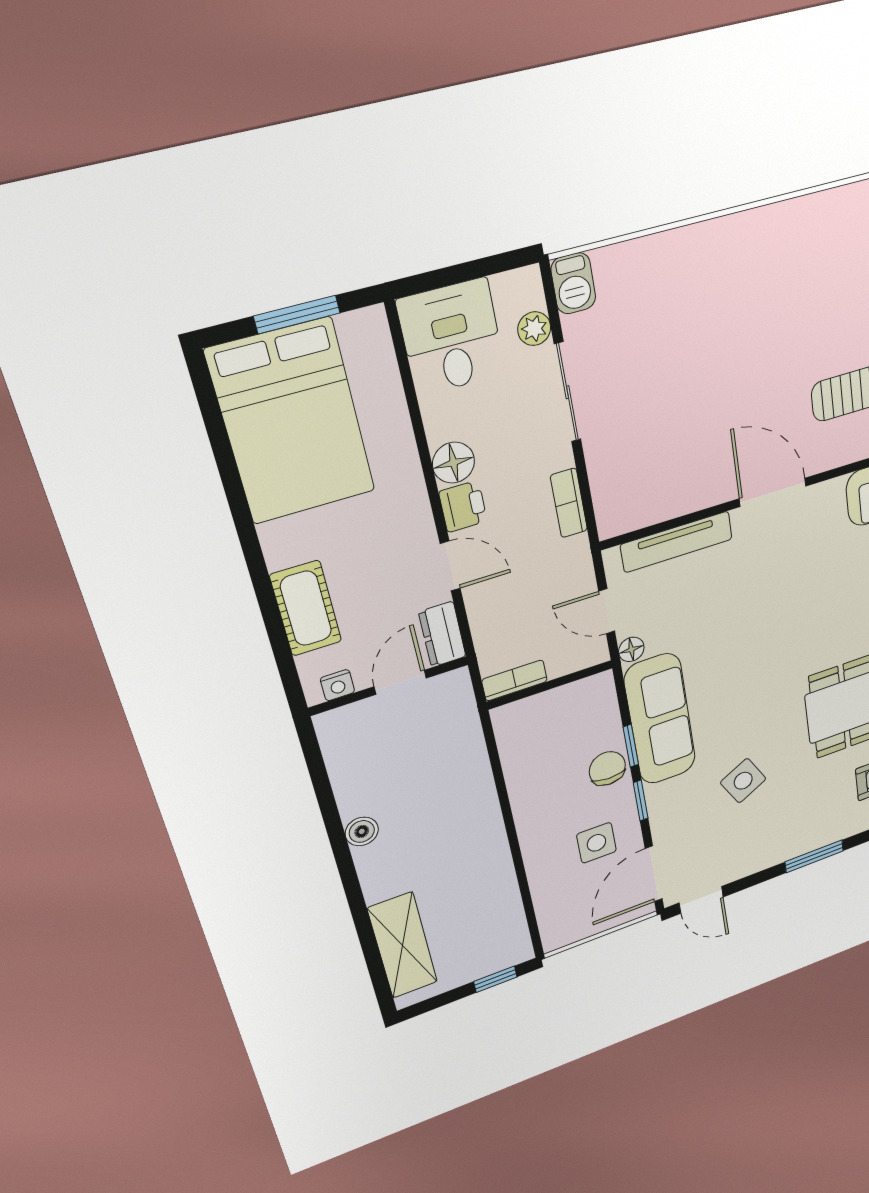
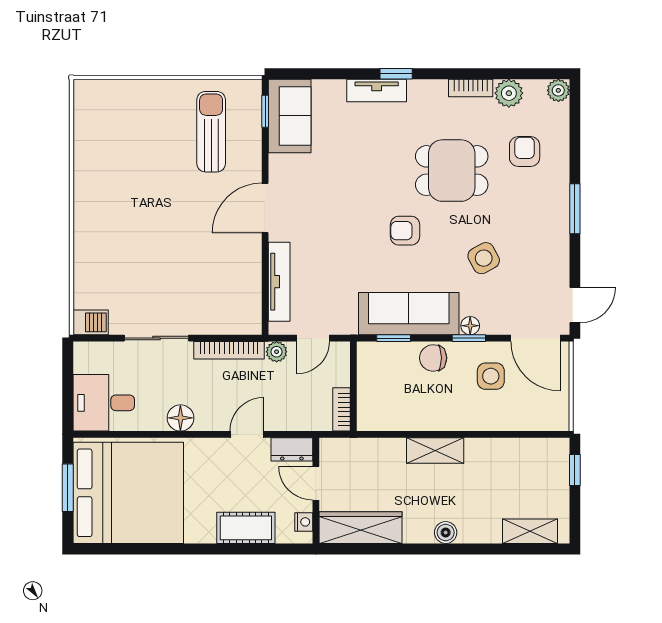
plant: (534, 329) -> (277, 352), moved
bed: (292, 422) -> (128, 493), width x1.36
bookcase: (569, 503) -> (229, 350), width x1.56
printer: (463, 506) -> (210, 418), removed
floor lamp: (631, 649) -> (470, 326), moved
armchair: (765, 678) -> (405, 231), added
window: (631, 746) -> (394, 338), moved
wardrobe: (350, 762) -> (360, 528), added
shelving: (484, 815) -> (435, 450), added
boiler: (362, 831) -> (446, 533), moved
shelving: (403, 945) -> (530, 531), width x0.67, depth x0.75

